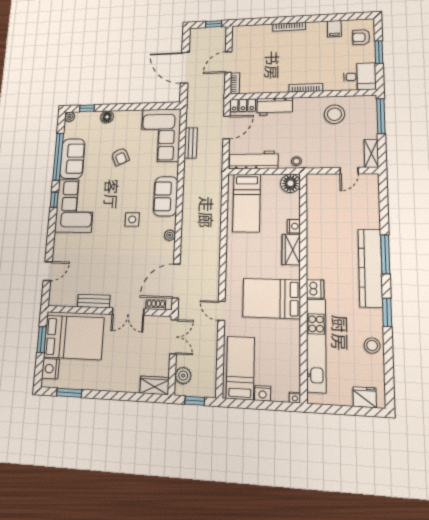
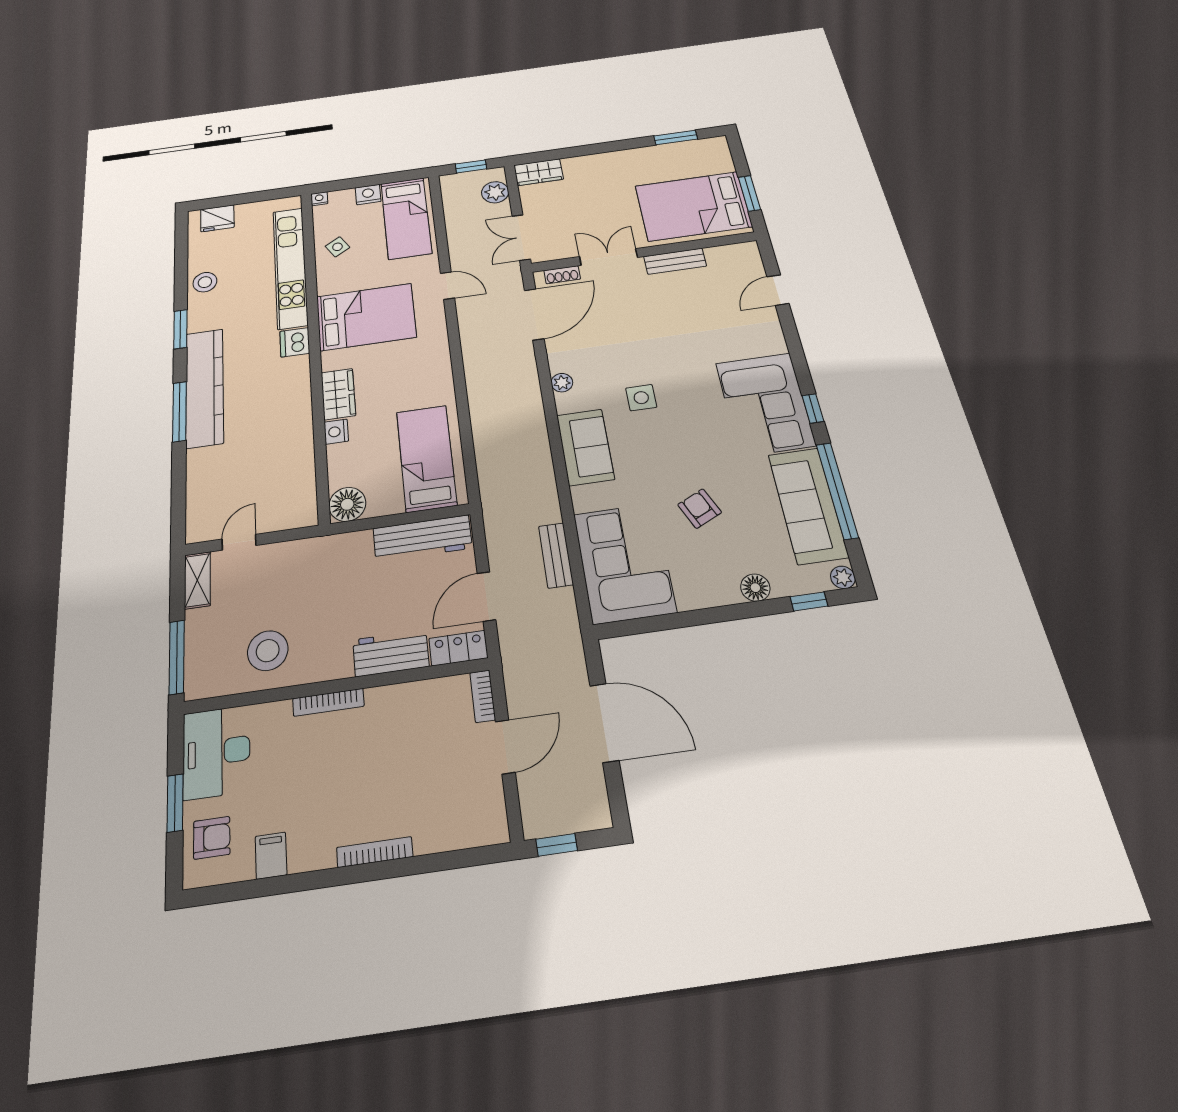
desk: (360, 77) -> (216, 752), width x1.37
sofa: (72, 159) -> (808, 505), width x1.36
stool: (296, 161) -> (339, 547), removed
side table: (285, 355) -> (337, 247), added
nightstand: (50, 369) -> (719, 160), removed

